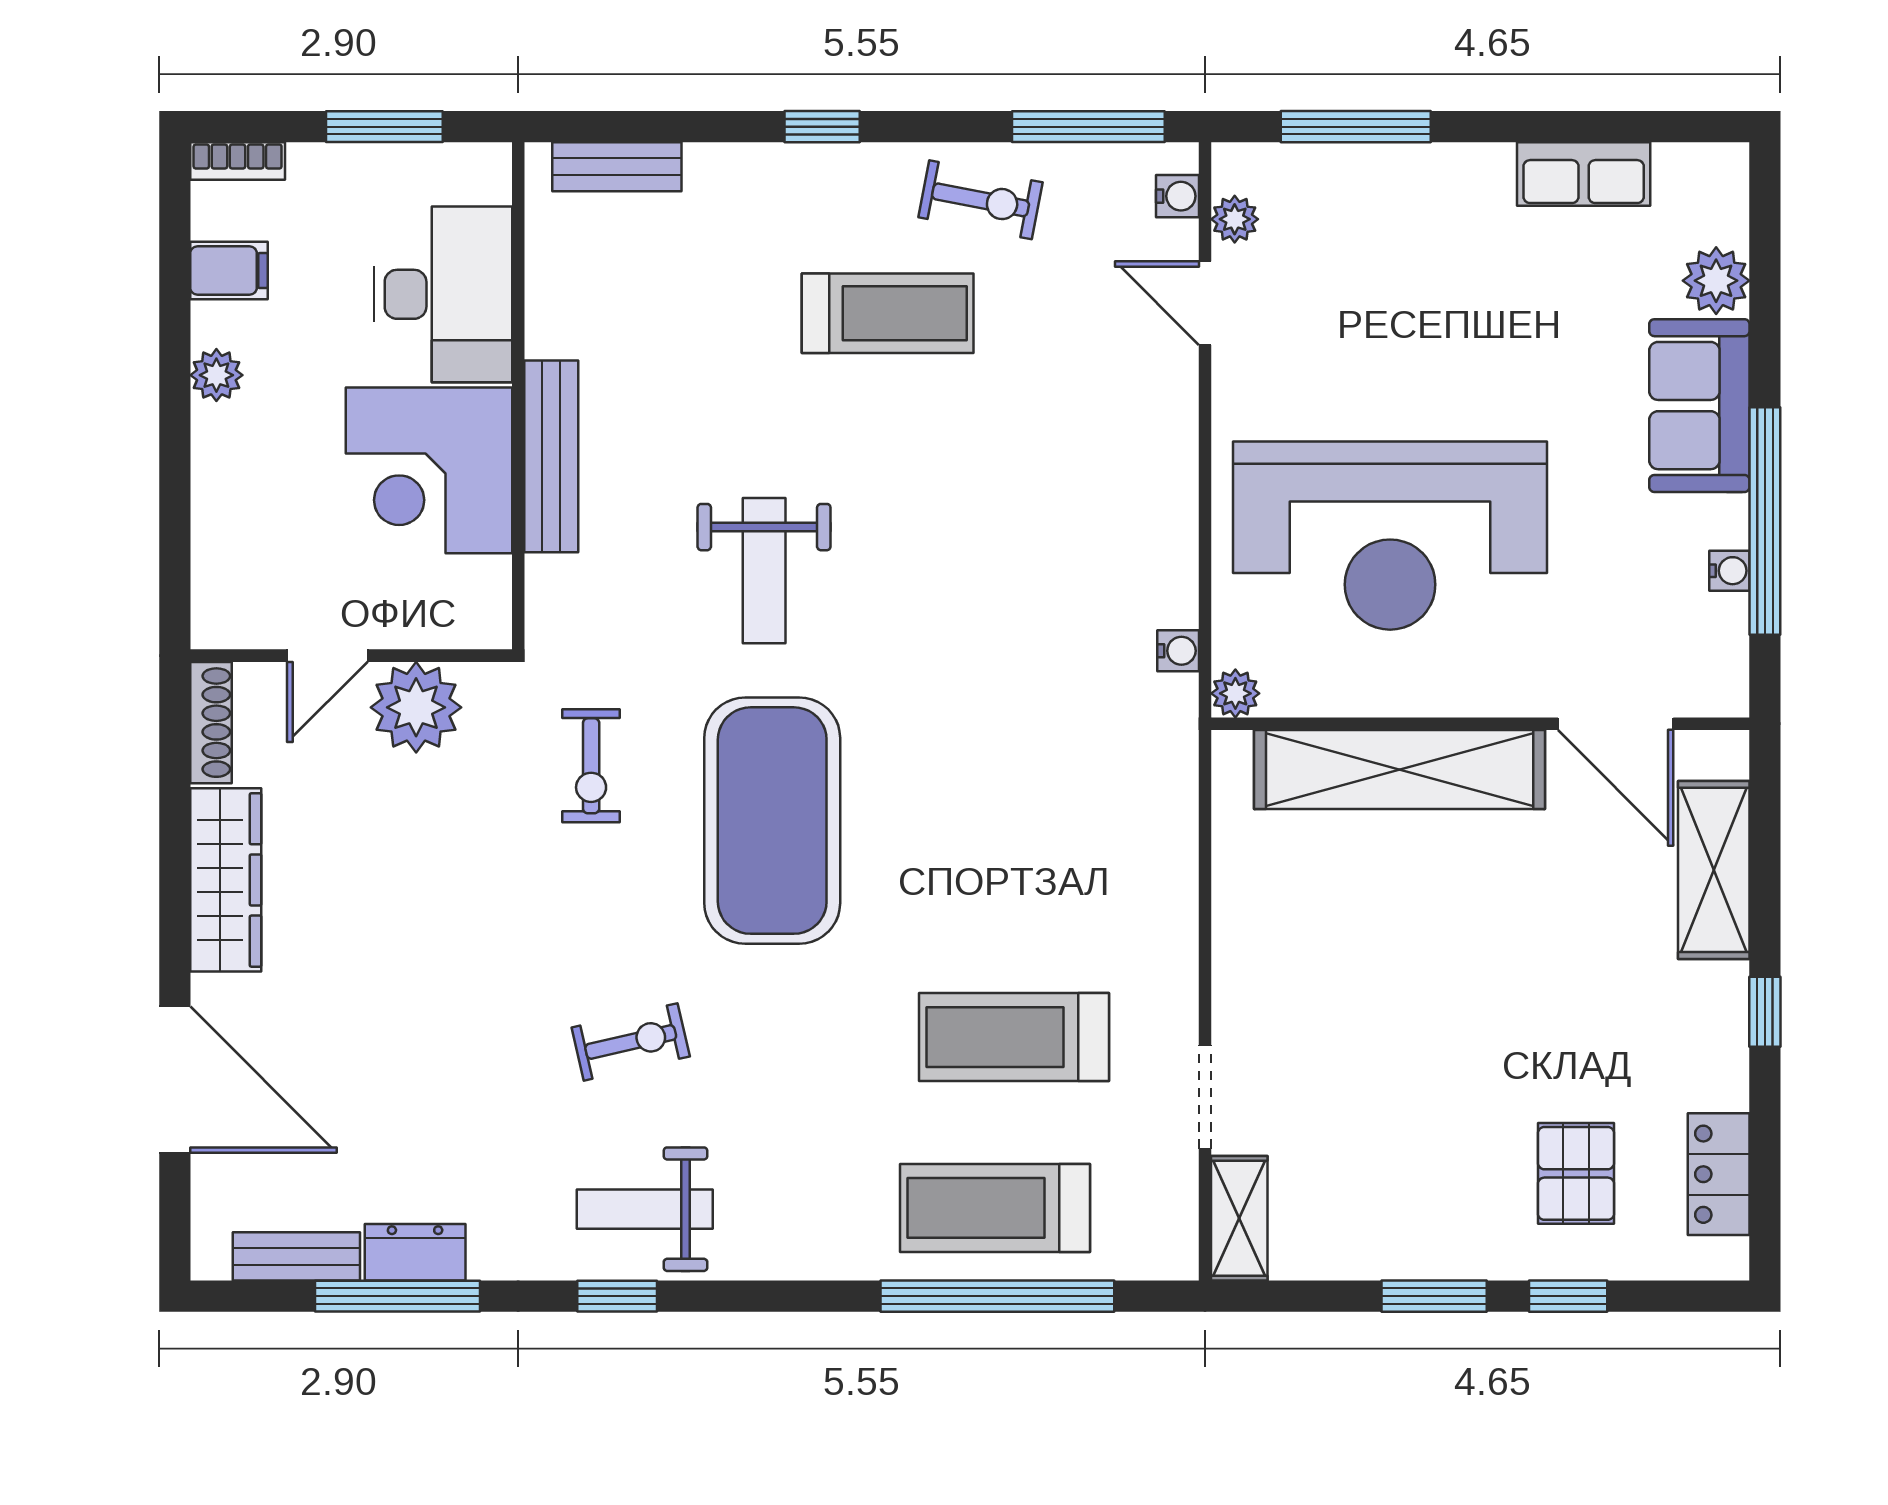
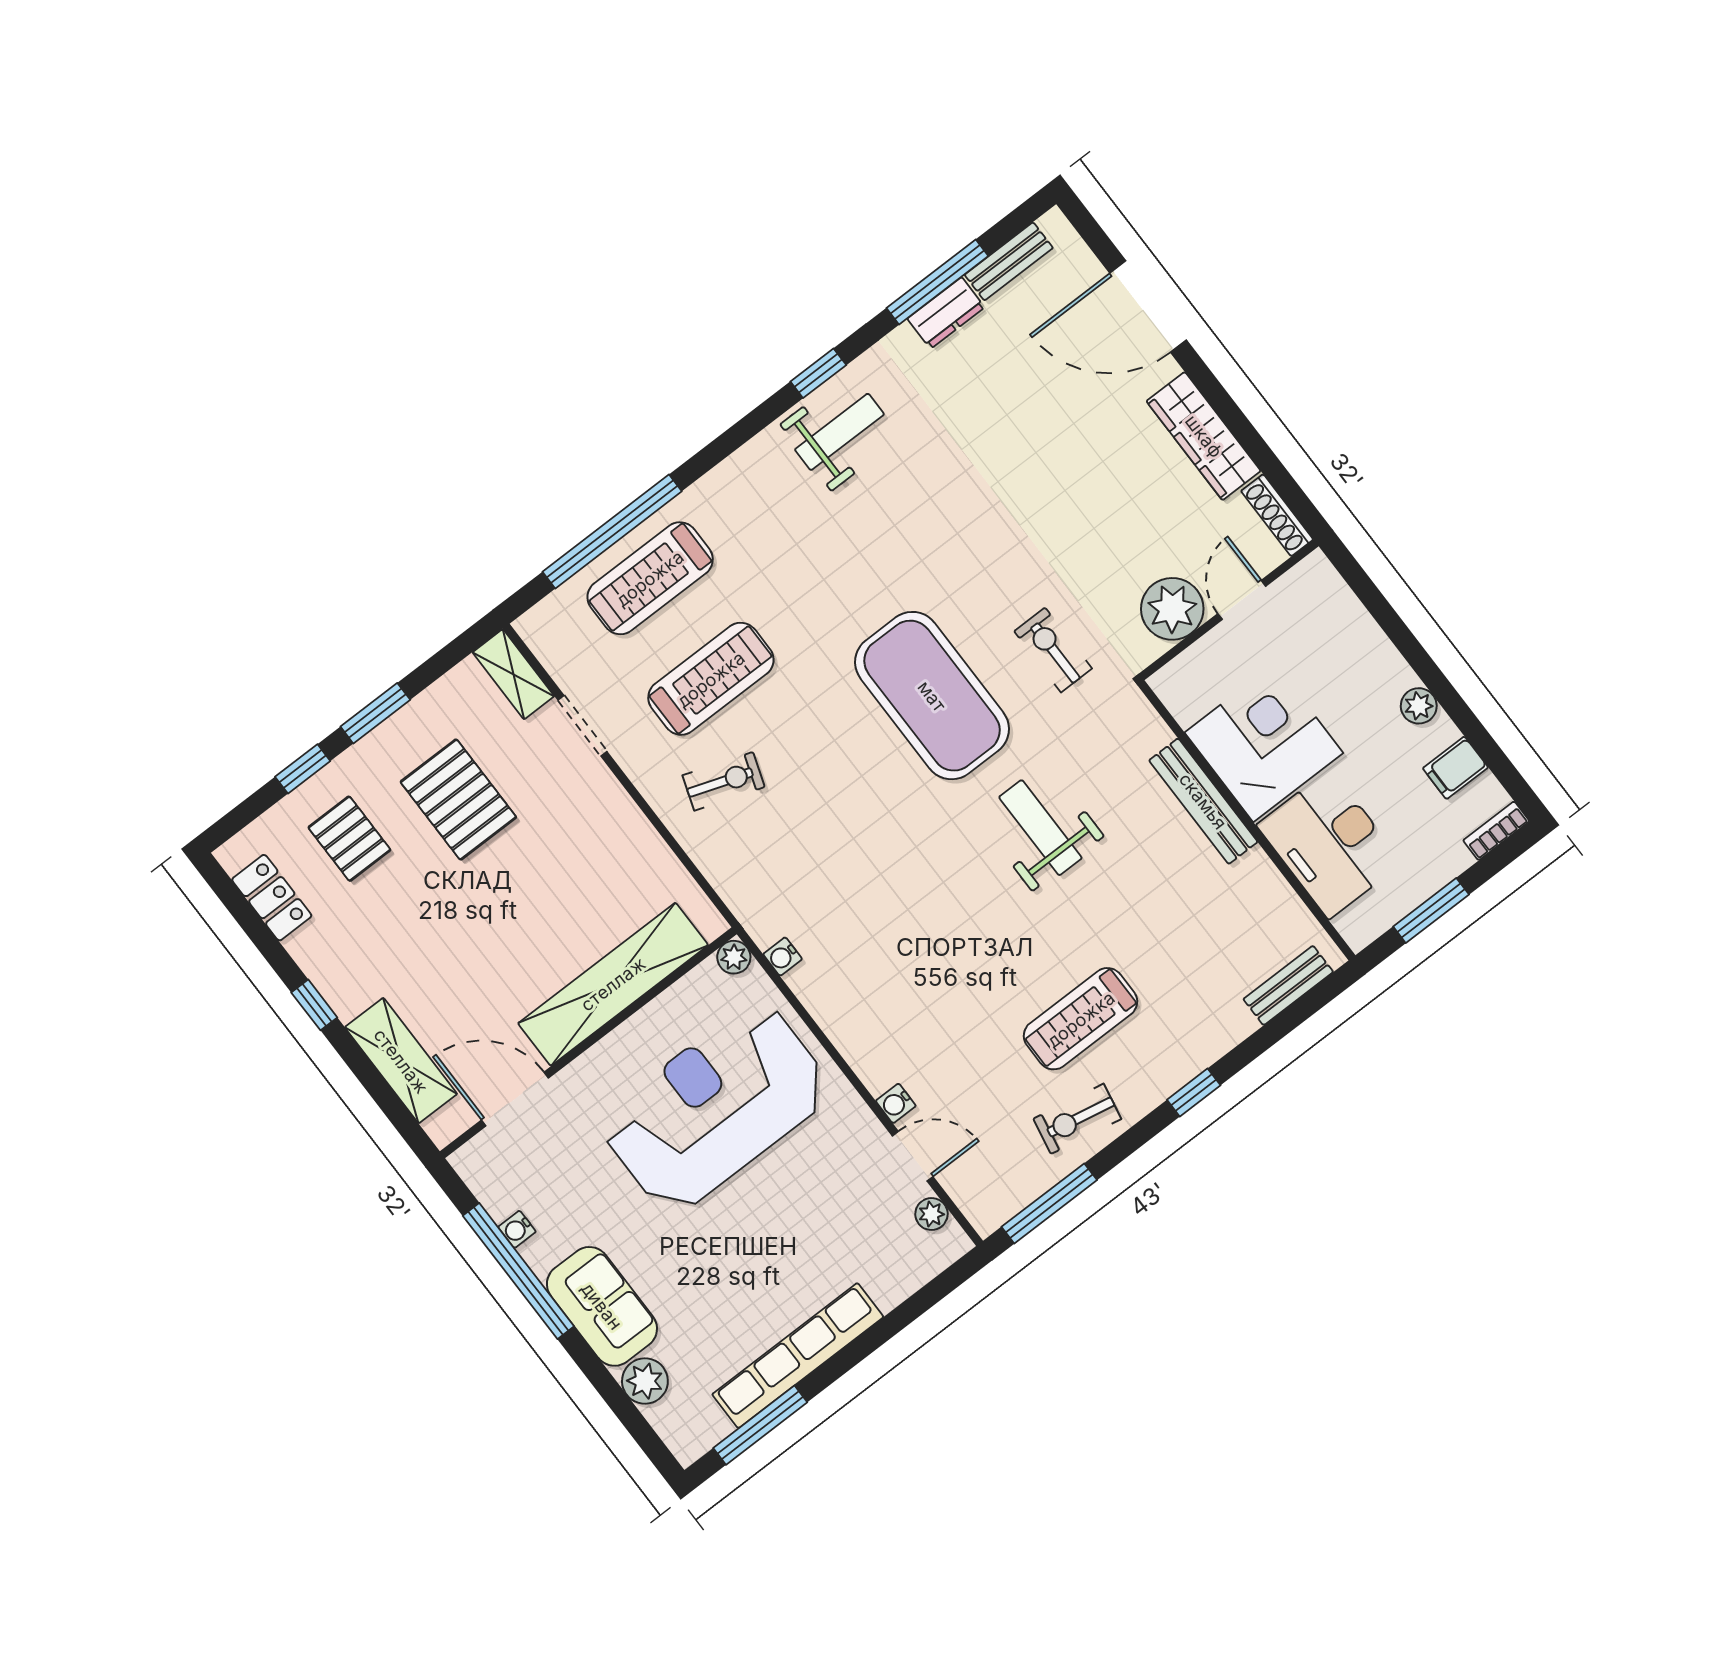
window: (1356, 127) -> (760, 1425), moved
row of seats: (1584, 174) -> (798, 1356), width x2.02
water cooler: (1178, 196) -> (896, 1103), moved
exercise bike: (631, 1042) -> (724, 781), moved, turned -148
pallet: (1415, 1122) -> (458, 800), added
treadmill: (995, 1208) -> (650, 578), turned 180

